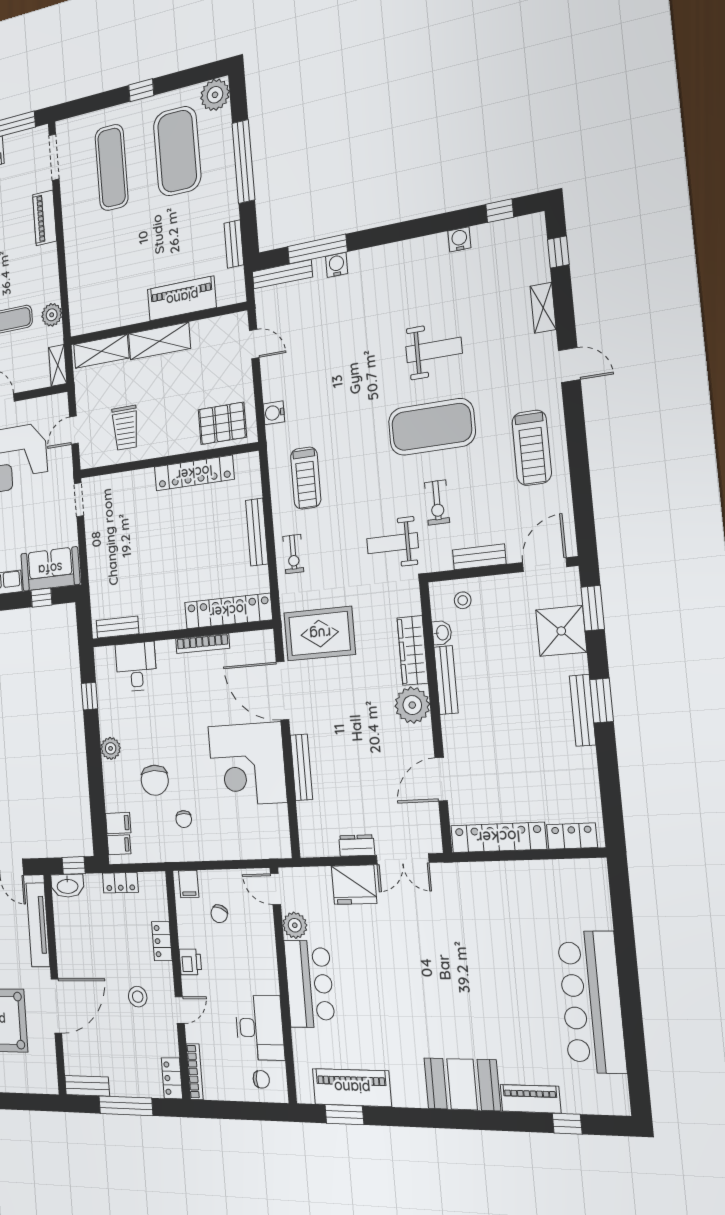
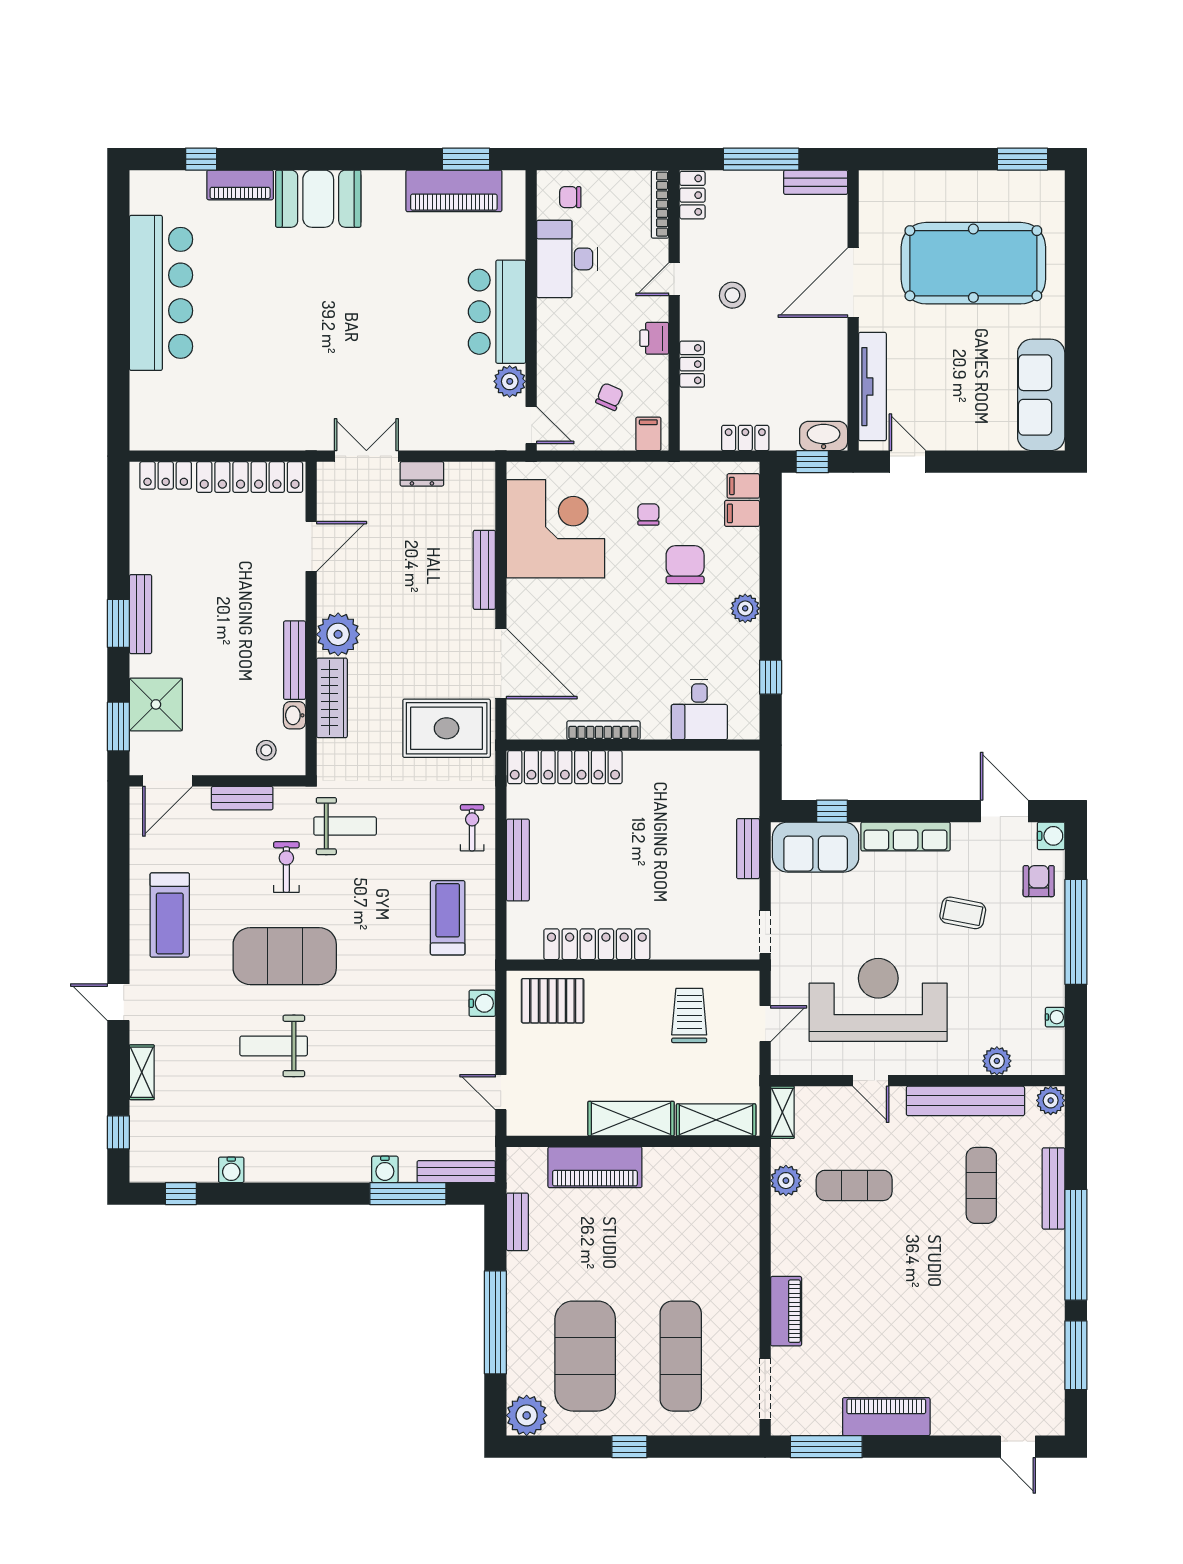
treadmill: (532, 448) -> (170, 915), turned 180
bench: (118, 627) -> (748, 849), moved, turned 90
corner desk: (247, 764) -> (556, 529), moved
fridge: (354, 885) -> (429, 428), removed

